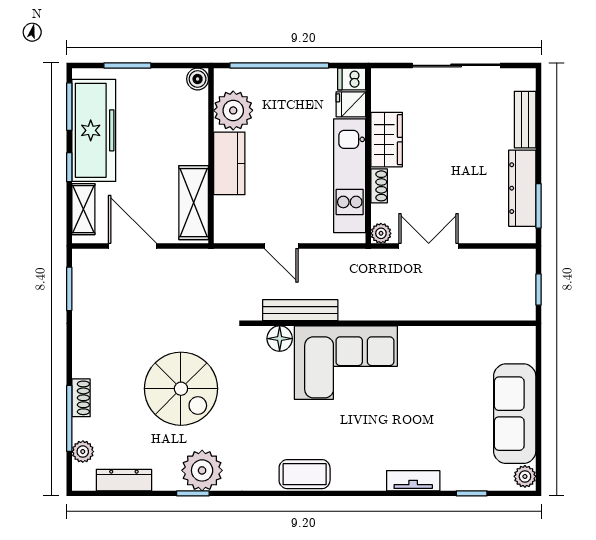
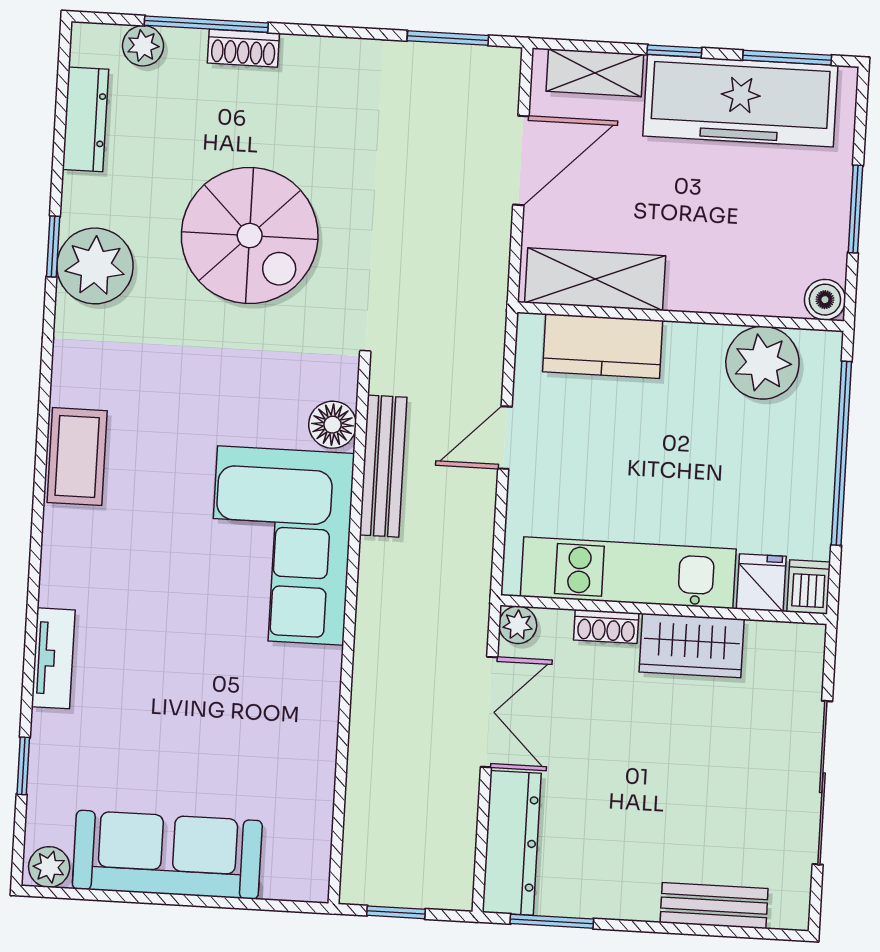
window: (127, 65) -> (855, 209), moved
kitchen counter: (229, 163) -> (603, 346), moved
dresser: (522, 188) -> (512, 843), moved, turned 90
spiral stairs: (181, 389) -> (250, 236), turned -90

